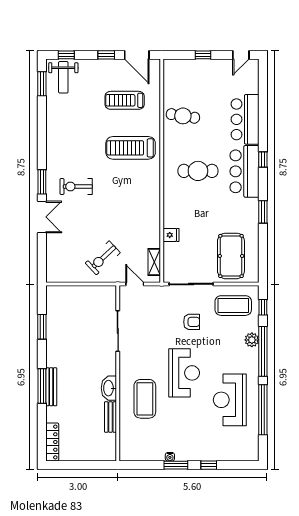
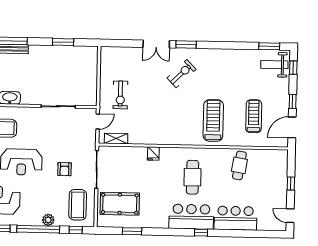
exercise bike: (76, 187) -> (181, 74), turned 46
window: (263, 212) -> (132, 231), moved
fridge: (171, 235) -> (153, 154), moved
exercise bike: (103, 258) -> (120, 95), turned -137

